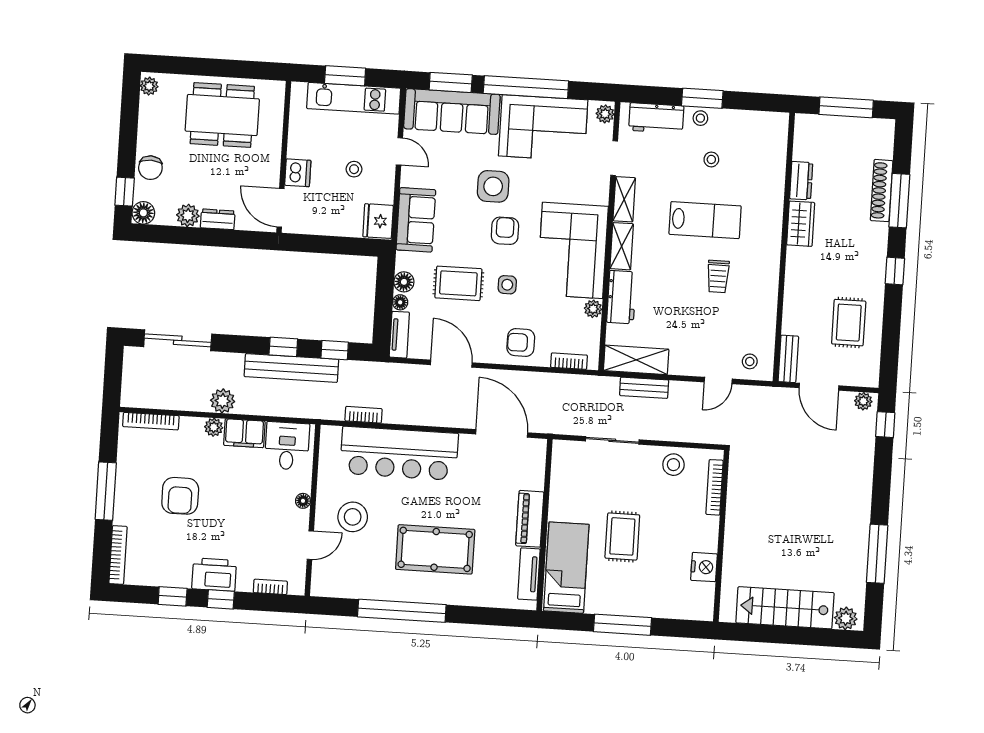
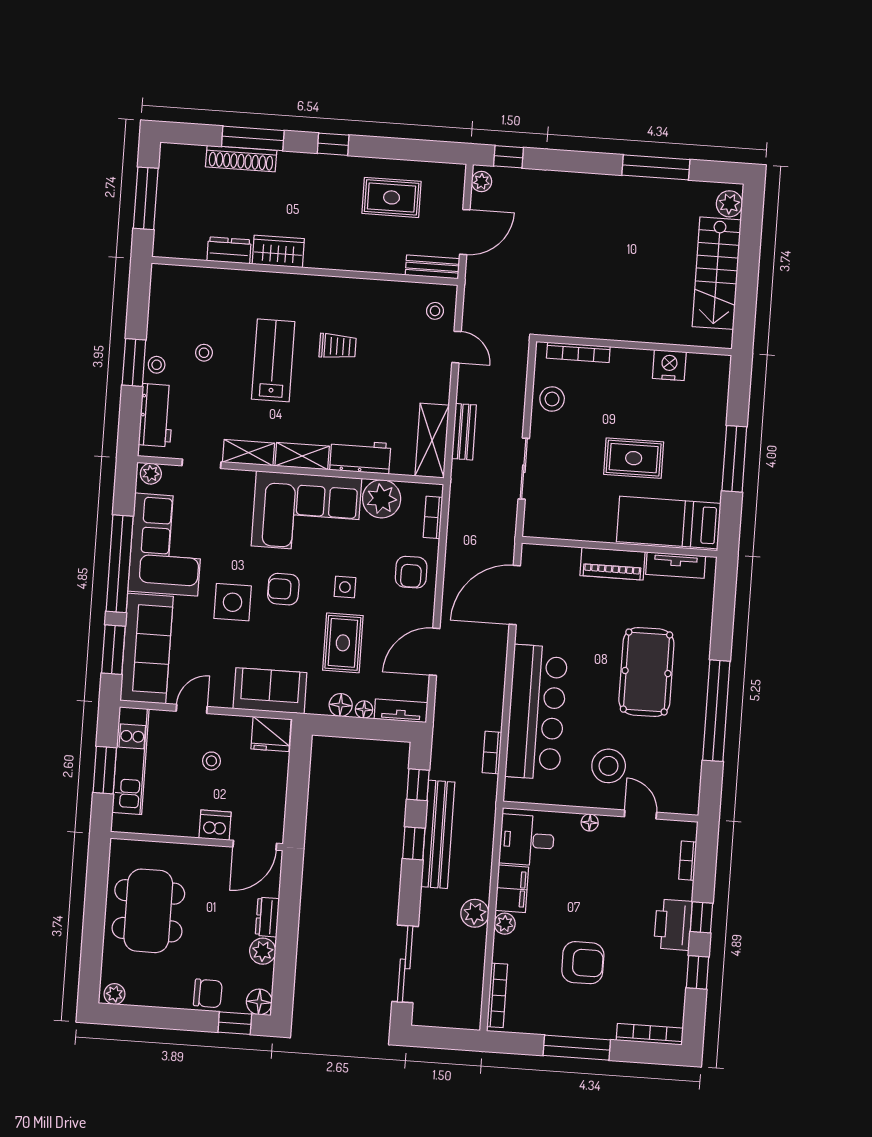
plant: (593, 309) -> (382, 499), width x1.87, depth x1.87

